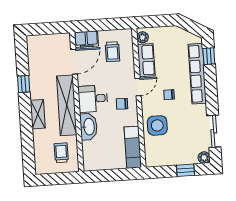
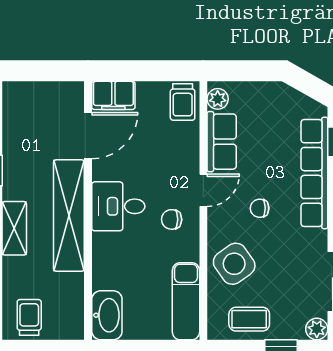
trolley: (112, 52) -> (183, 102), moved
side table: (157, 125) -> (234, 264), turned -35
washbasin: (89, 127) -> (107, 315), moved
trolley: (61, 153) -> (29, 317), moved
coffee table: (167, 155) -> (249, 319), added

